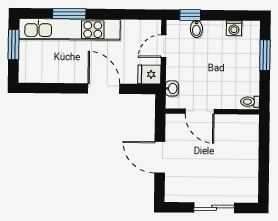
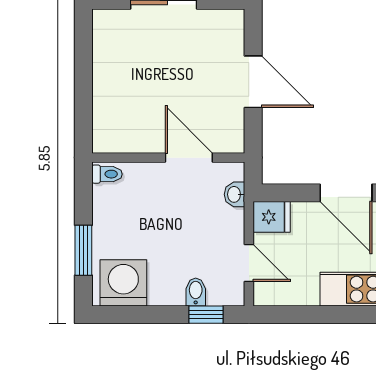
washing machine: (234, 28) -> (123, 283), width x1.89, depth x1.89
door: (164, 46) -> (249, 263), hinge flipped

